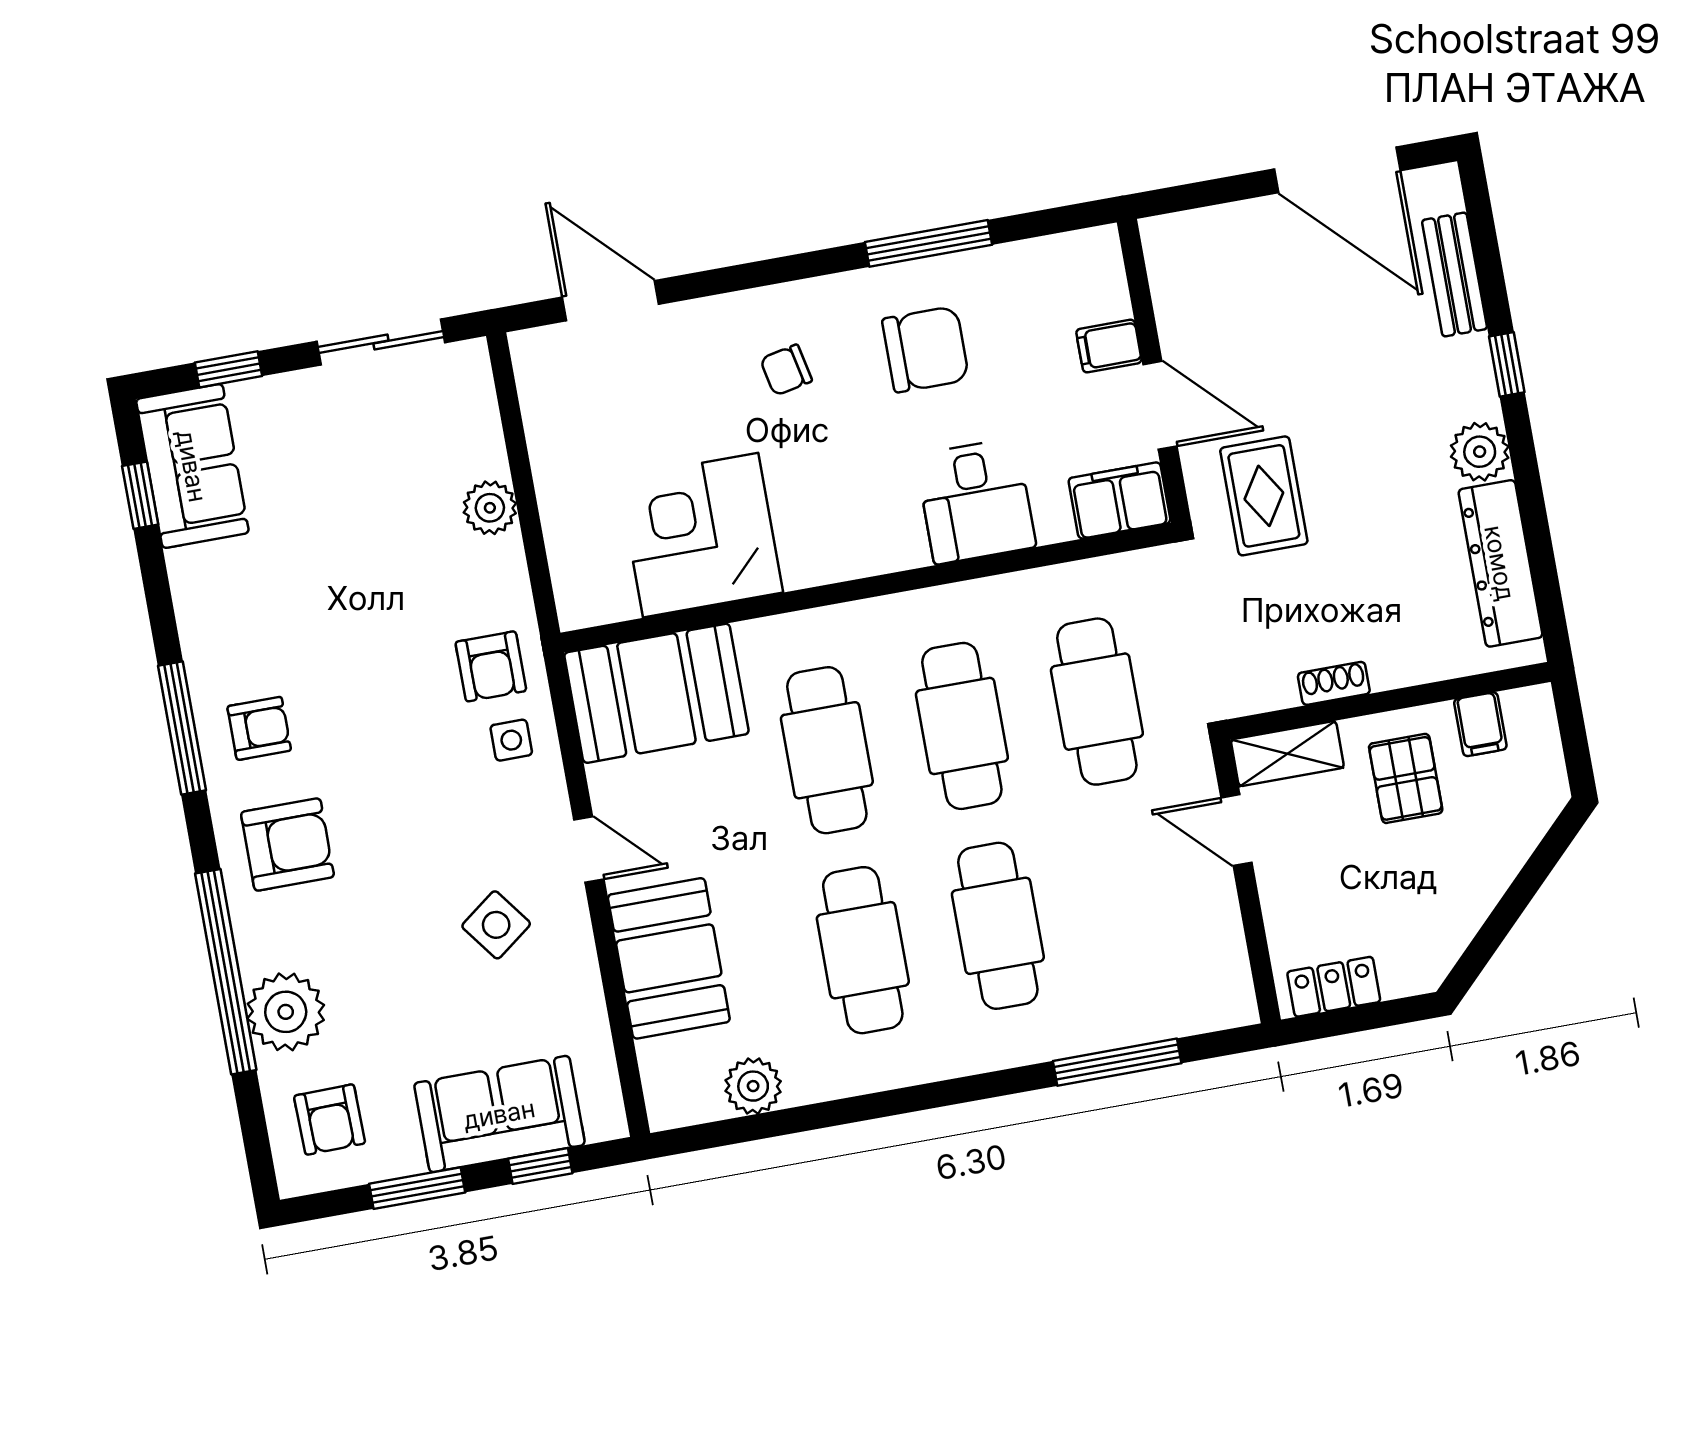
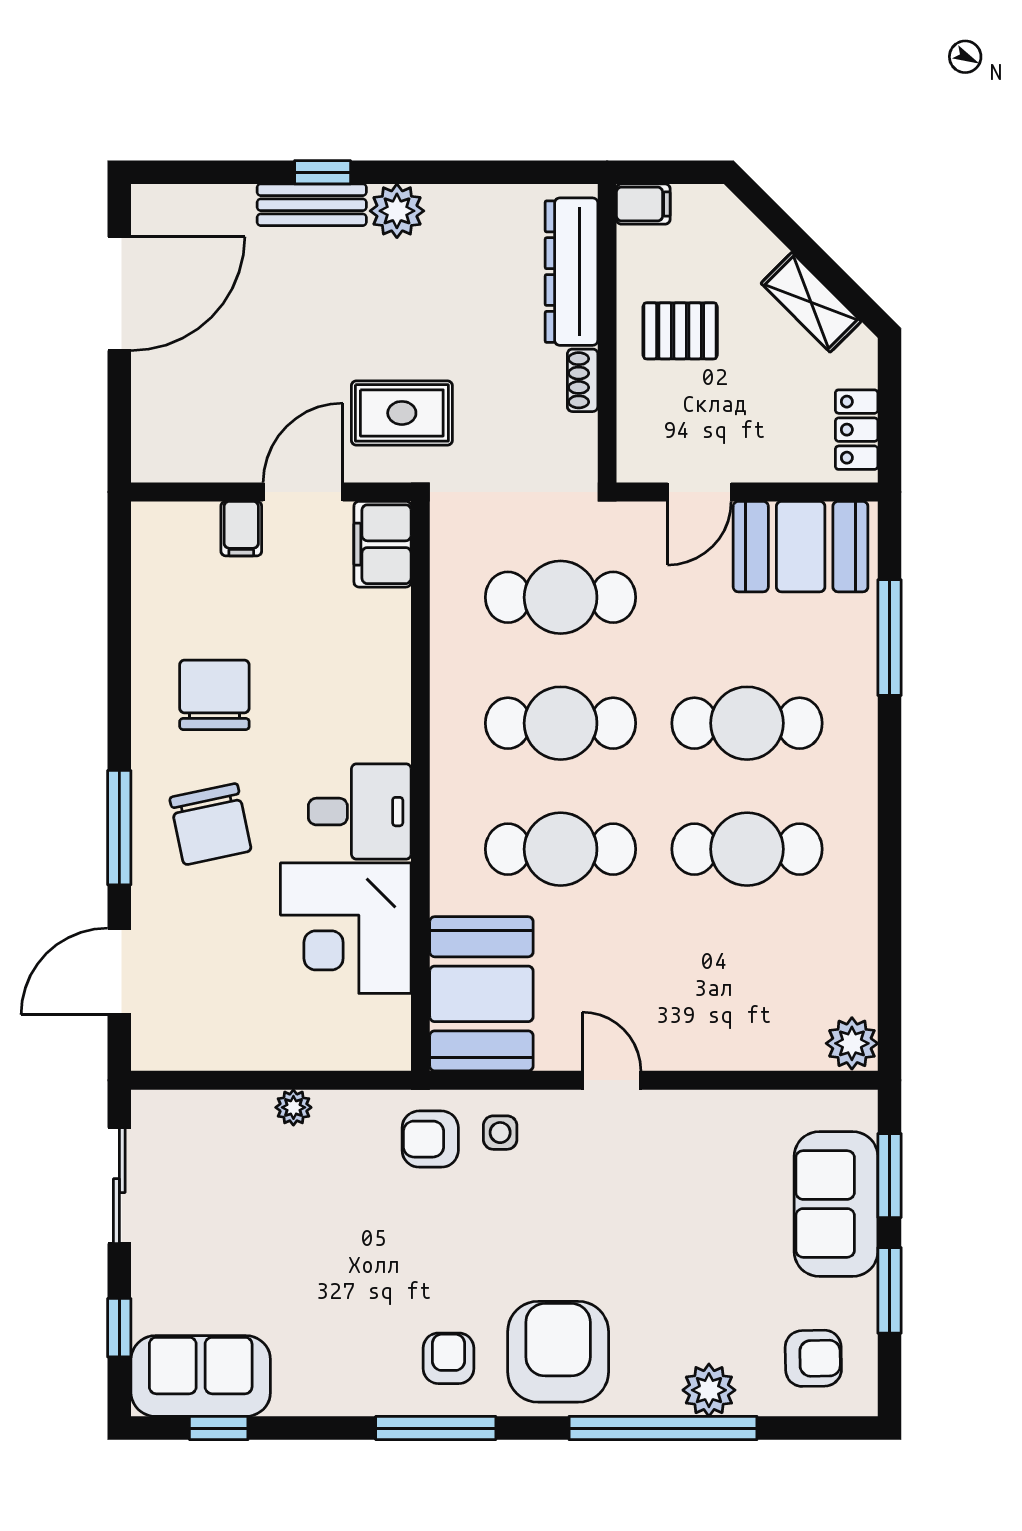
window: (928, 243) -> (119, 828), moved
bench: (1455, 274) -> (312, 205), moved
chair: (786, 370) -> (211, 824), width x1.87, depth x1.87
desk: (976, 501) -> (360, 812), moved
plant: (490, 508) -> (293, 1107), width x0.73, depth x0.73
dresser: (1500, 563) -> (571, 272), moved, turned 90
armchair: (491, 666) -> (430, 1139), turned 180
filing cabinet: (1480, 724) -> (643, 204), moved
shelving: (1287, 754) -> (811, 302), moved, turned -45
armchair: (287, 845) -> (558, 1352), width x1.36, depth x1.36
door: (589, 849) -> (611, 1080), hinge flipped
side table: (496, 925) -> (665, 1176), removed
booth: (669, 958) -> (801, 547), moved
plant: (286, 1012) -> (709, 1390), width x0.73, depth x0.73
plant: (753, 1086) -> (852, 1043), moved
window: (540, 1166) -> (890, 1176), width x1.50

